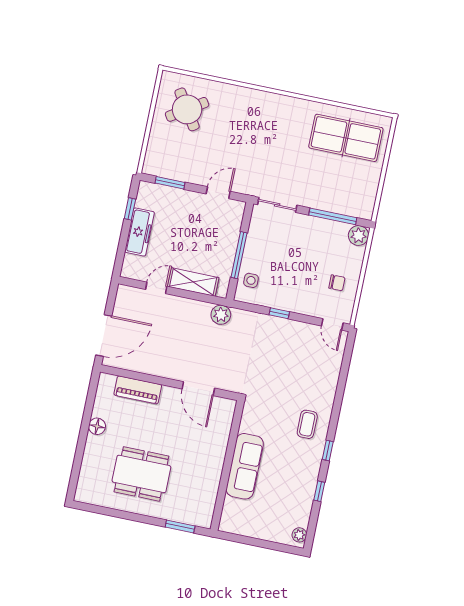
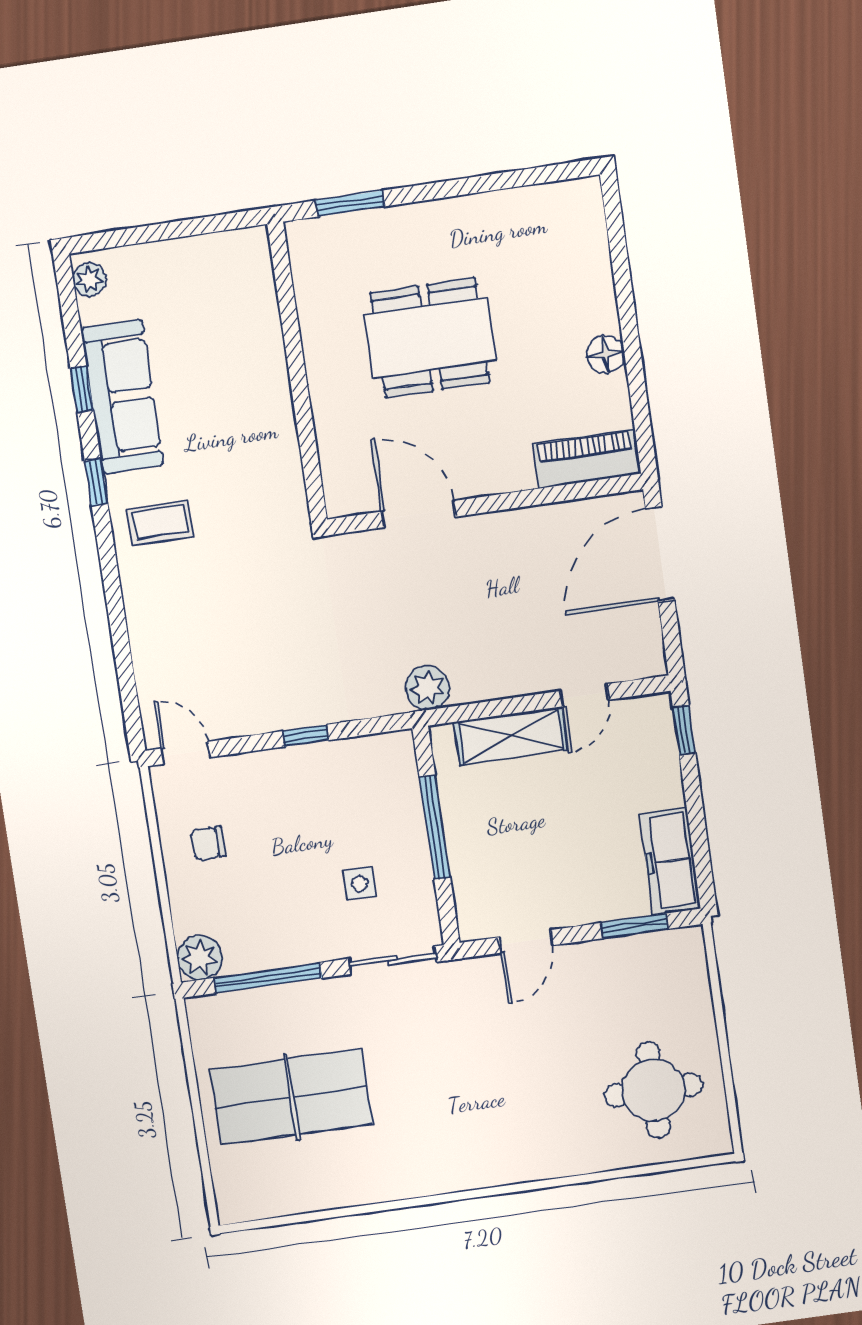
round table: (187, 109) -> (653, 1090), turned 33
table tennis table: (346, 138) -> (292, 1097), moved
window: (130, 209) -> (684, 730), moved
freezer: (140, 232) -> (670, 861), moved
side table: (251, 280) -> (359, 884), moved
piano: (138, 390) -> (586, 459), moved
coffee table: (307, 424) -> (160, 523), turned 90
sofa: (245, 466) -> (122, 397), moved, turned 180
dining table: (141, 474) -> (430, 338), moved

